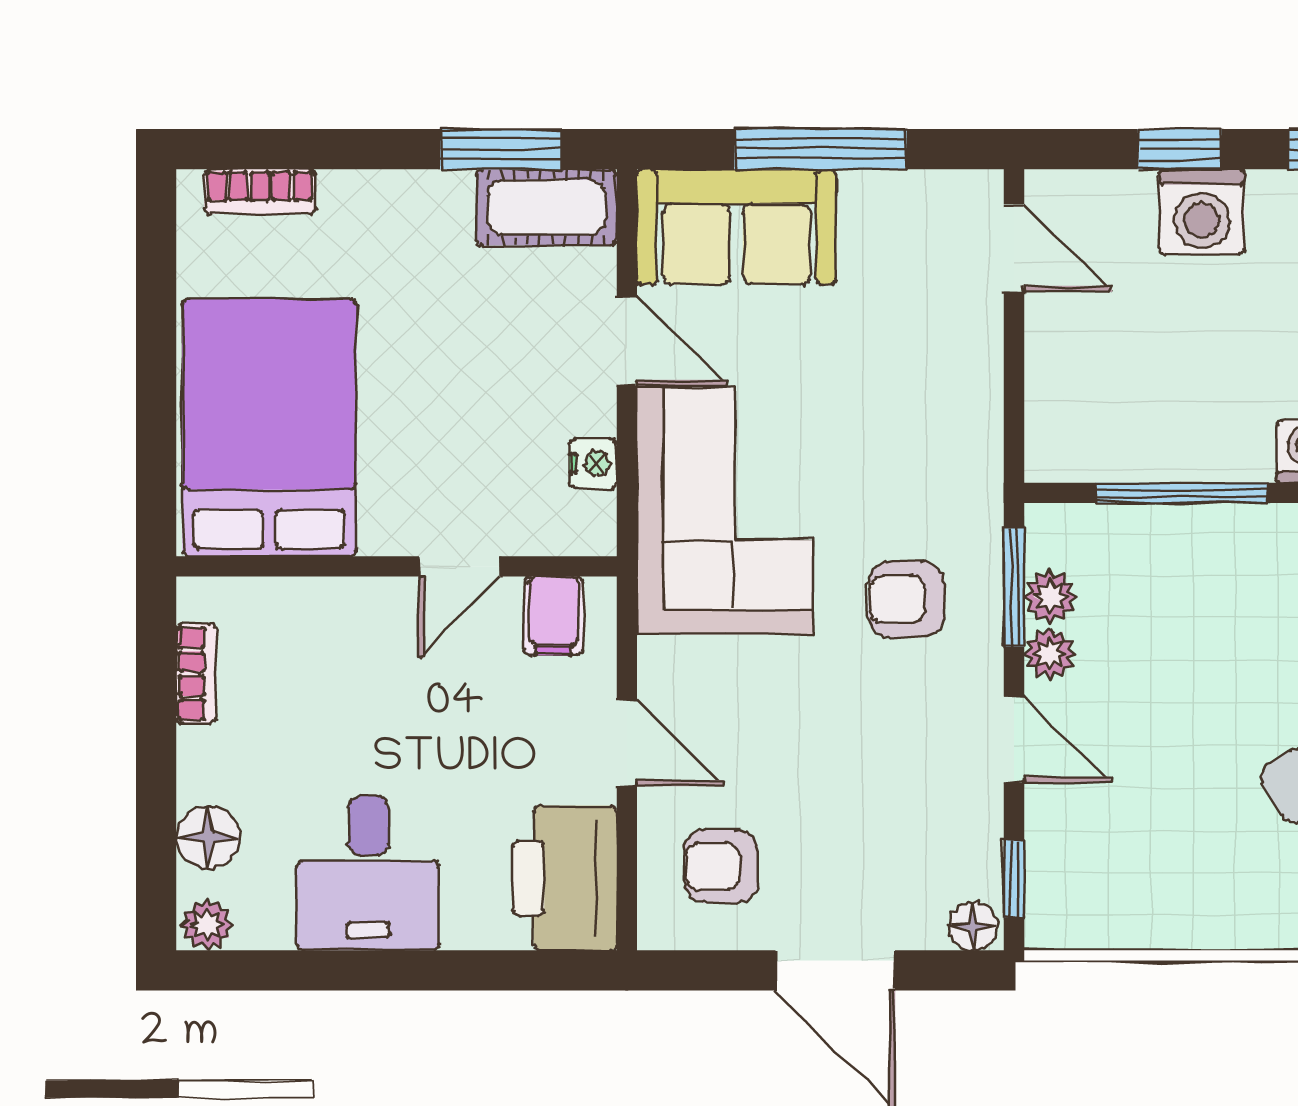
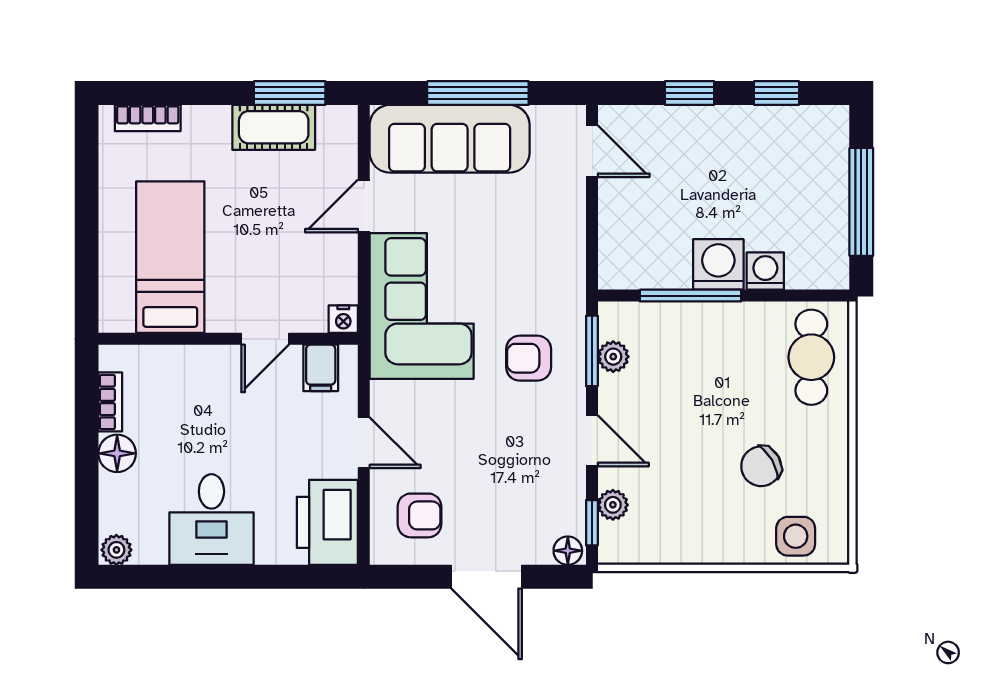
cot: (547, 207) -> (274, 127), moved
washing machine: (1202, 212) -> (718, 264), moved, turned 180
sofa: (736, 227) -> (450, 139), width x1.36
door: (627, 341) -> (364, 206), swing flipped
bed: (269, 428) -> (170, 257), width x0.67
nightstand: (593, 463) -> (343, 319), moved, turned 90
plant: (1050, 654) -> (613, 505), moved
floor lamp: (208, 837) -> (117, 453), moved
armchair: (721, 866) -> (420, 515), turned 180

